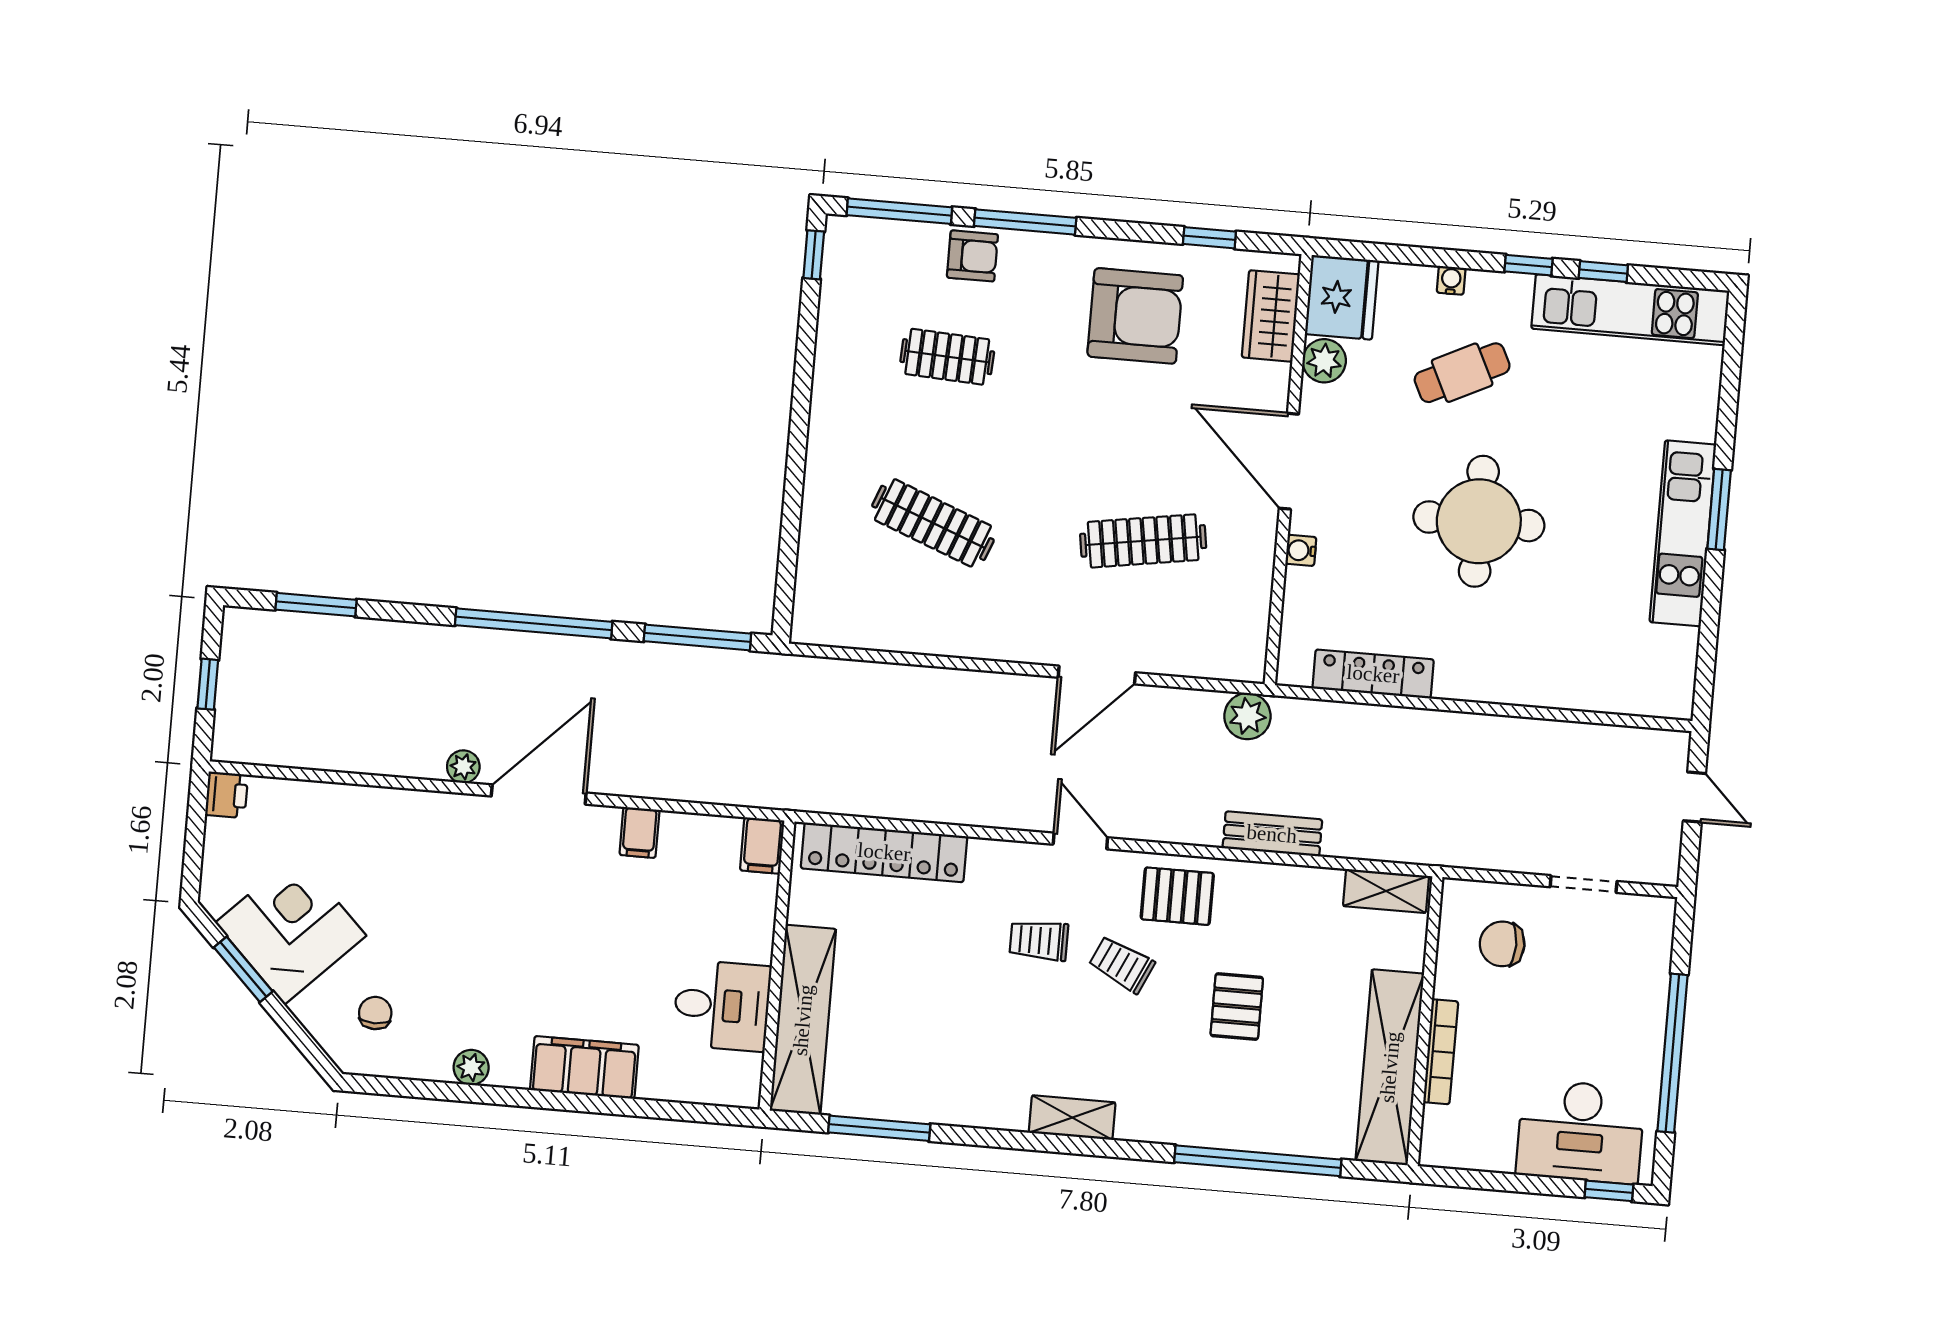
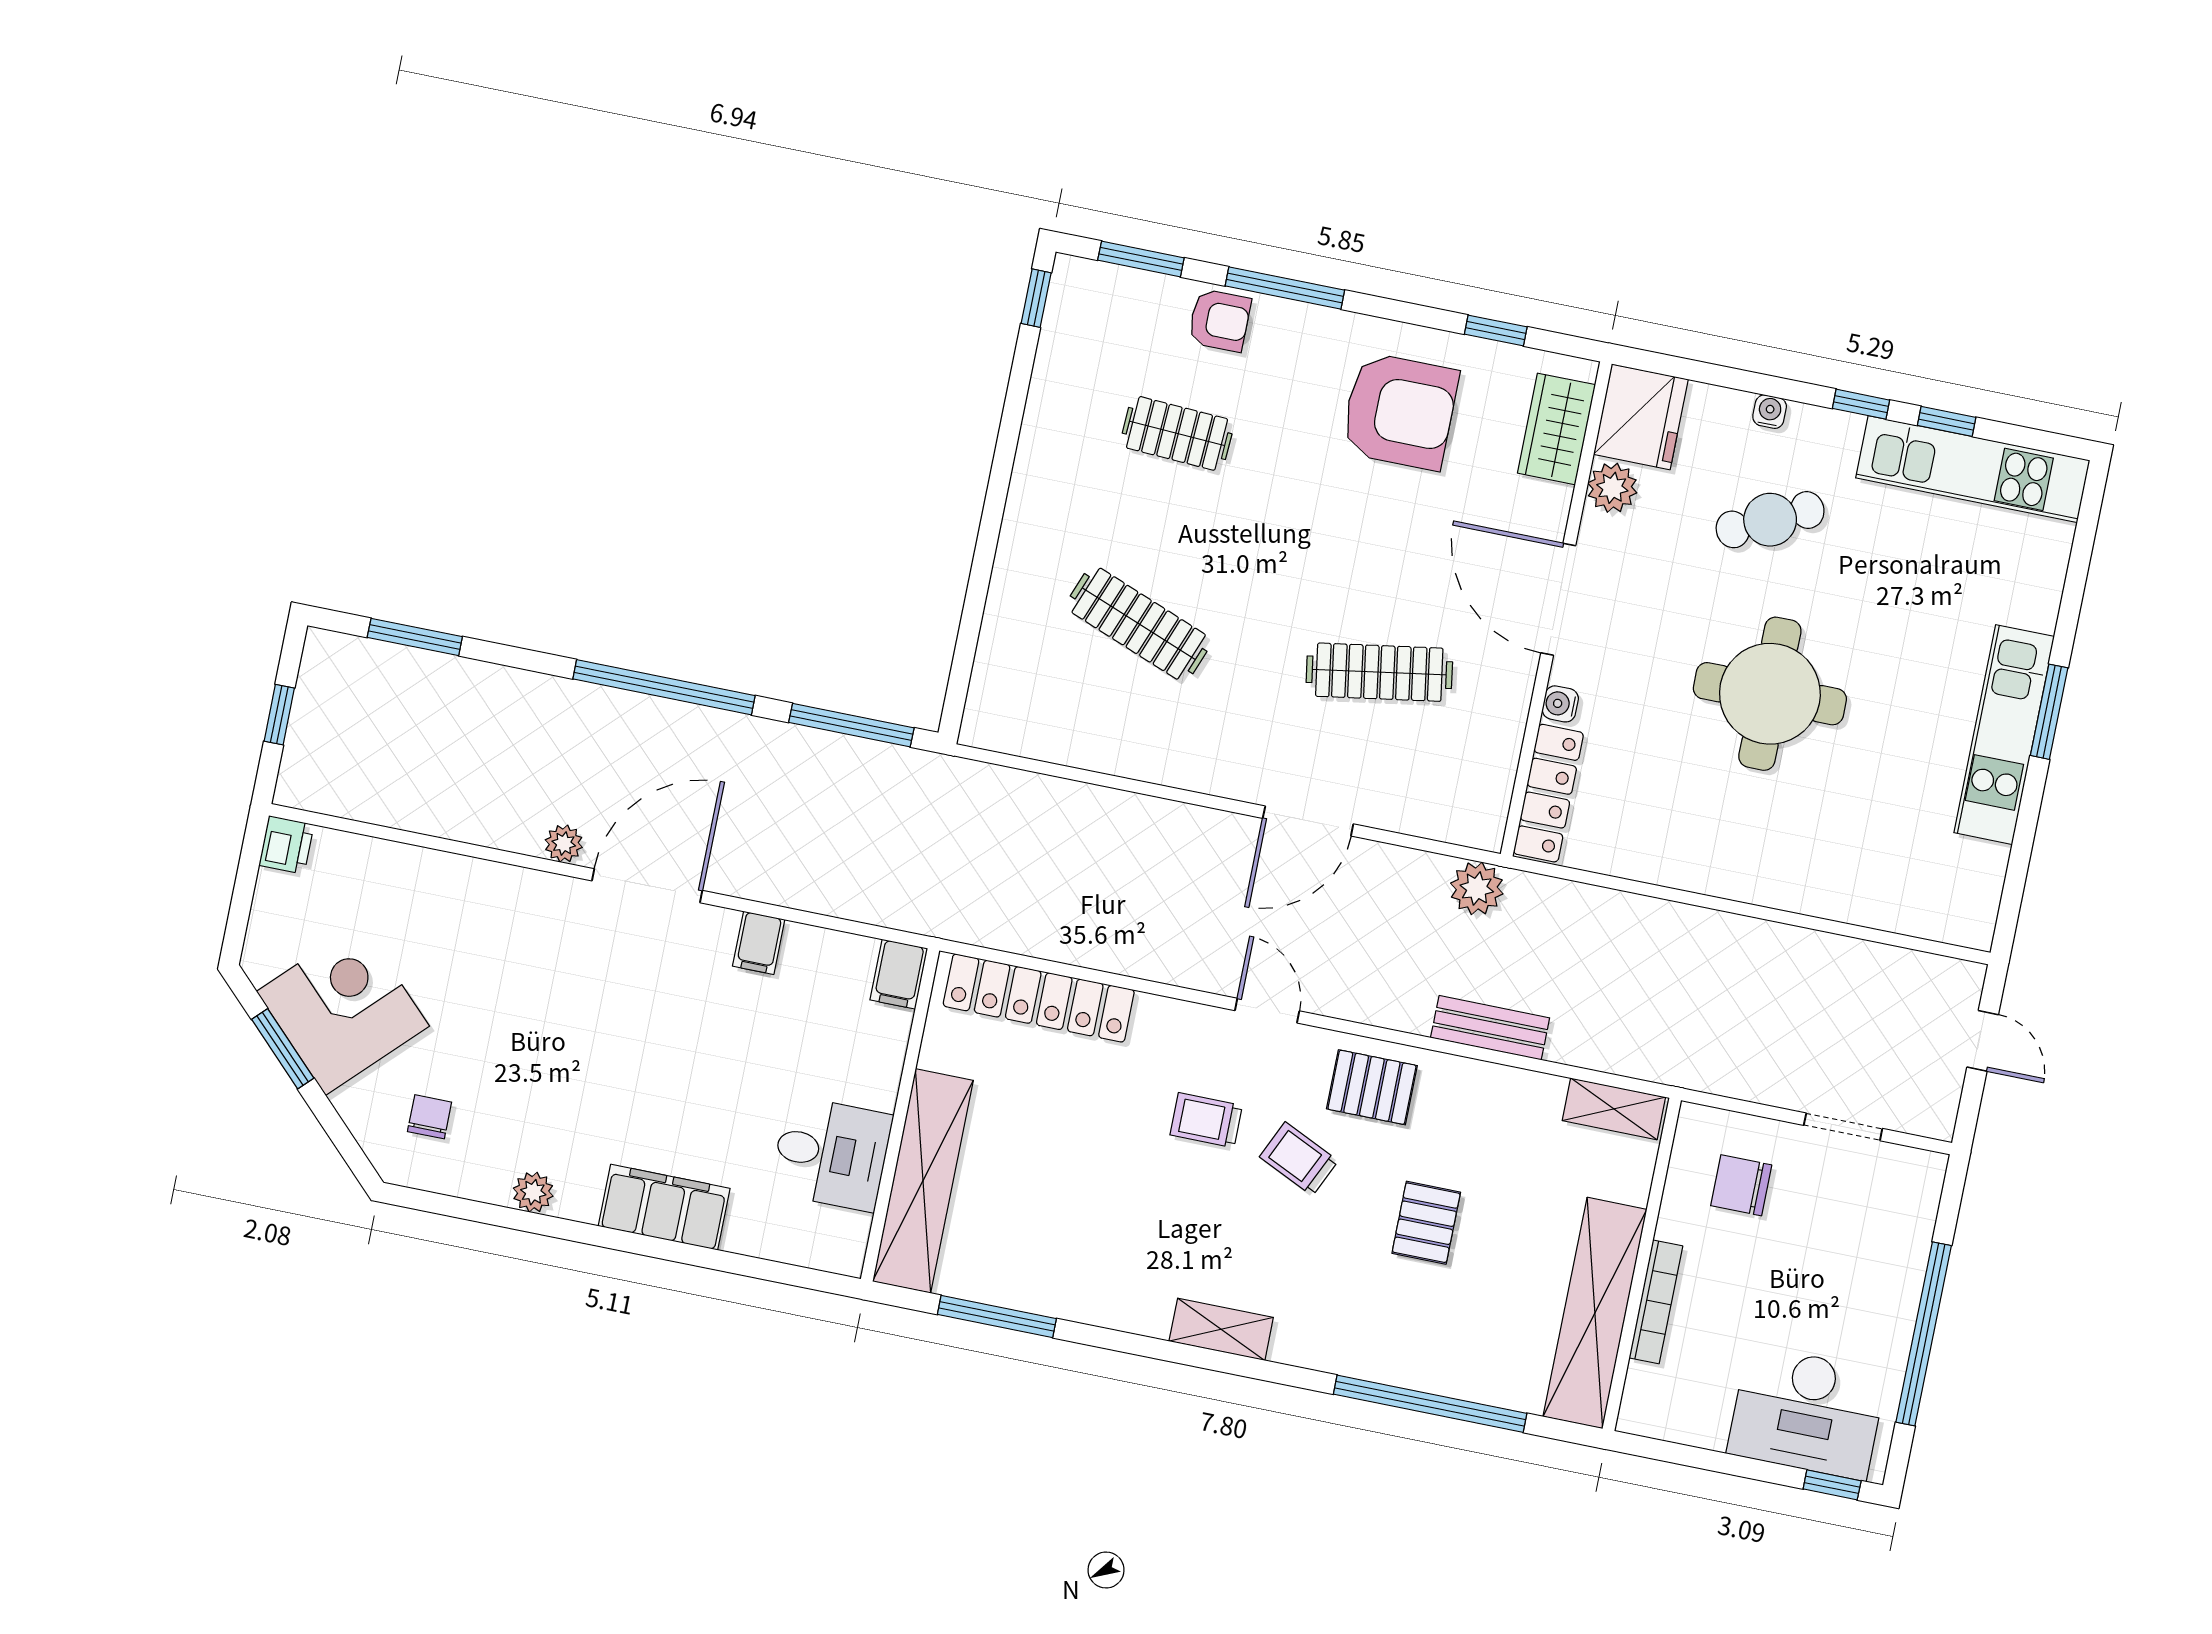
window: (899, 211) -> (1141, 259), width x0.69
locker: (1373, 674) -> (1548, 793), moved, turned 90

